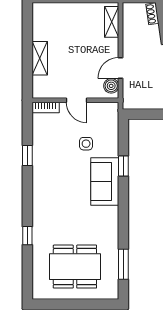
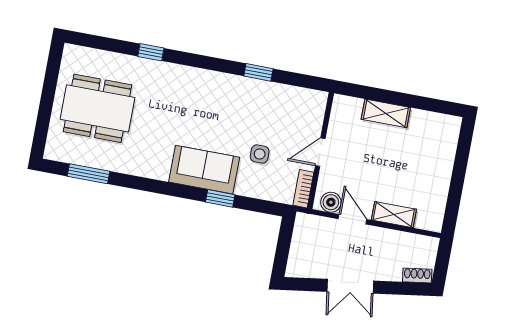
shelving: (112, 22) -> (394, 215), moved
bookcase: (46, 107) -> (303, 189), moved
dining table: (75, 267) -> (97, 108), turned 90

